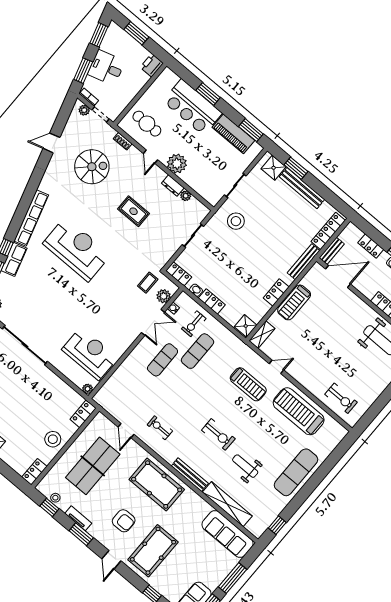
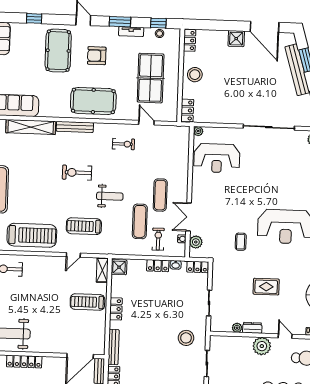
coffee table: (148, 283) -> (241, 242), moved
treadmill: (294, 302) -> (87, 302), moved, turned -90
weight bench: (245, 466) -> (110, 196), moved

